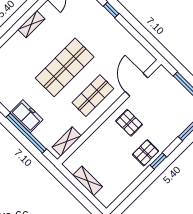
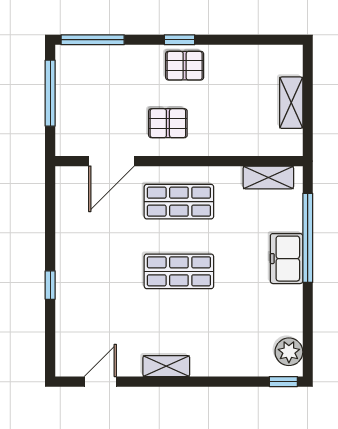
shop shelf: (65, 67) -> (179, 271), width x0.70, depth x0.74
pallet: (129, 123) -> (168, 123), turned 90

